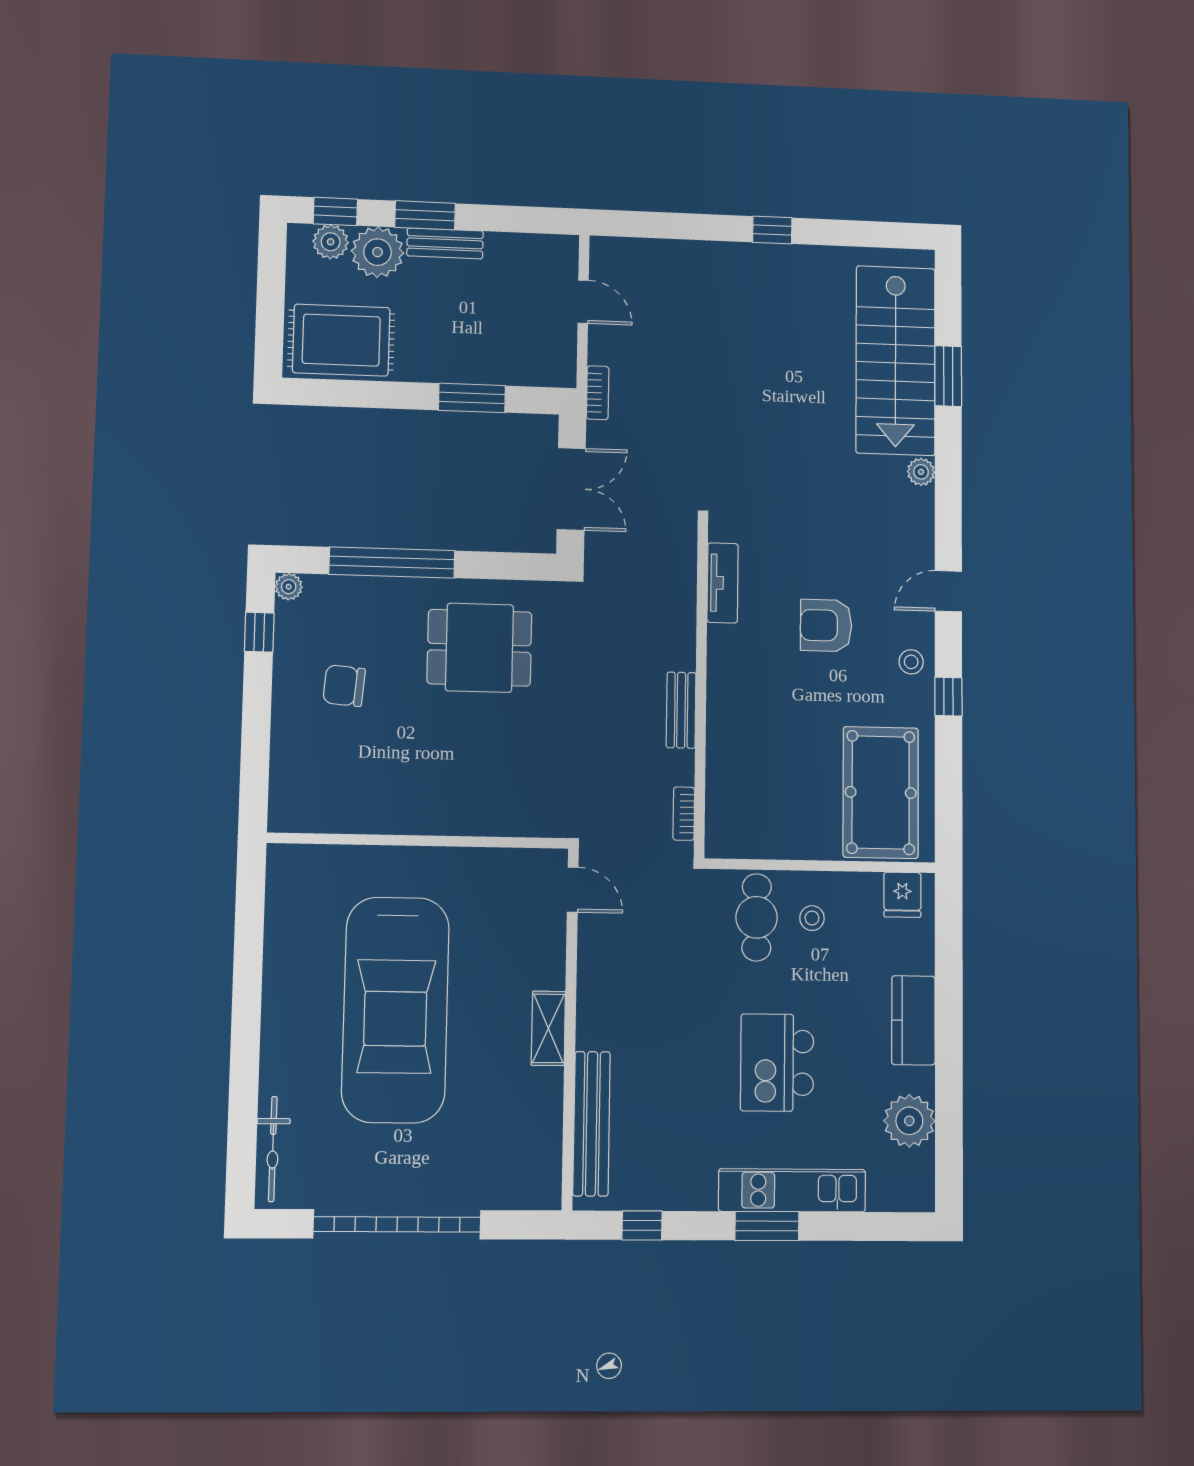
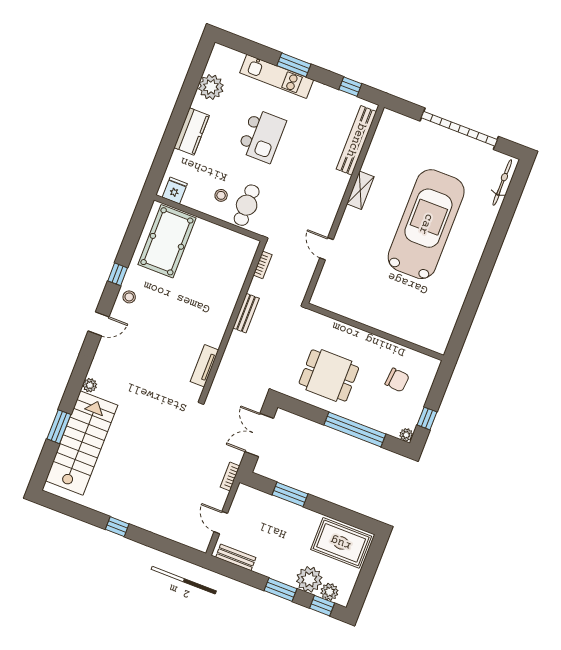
bench: (445, 243) -> (236, 557), moved
armchair: (826, 625) -> (163, 328), removed
wall: (418, 841) -> (375, 332), moved

